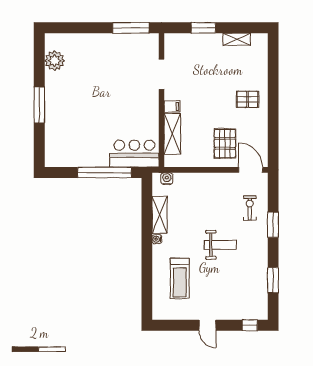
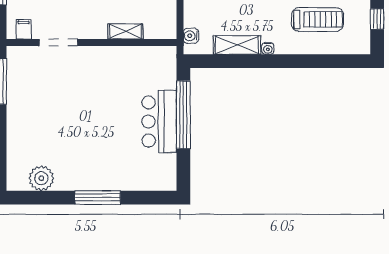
filing cabinet: (172, 107) -> (24, 29), moved
shelving: (172, 134) -> (125, 31), width x0.67, depth x0.75
bar counter: (134, 154) -> (159, 121), moved
window: (180, 325) -> (377, 19), added

